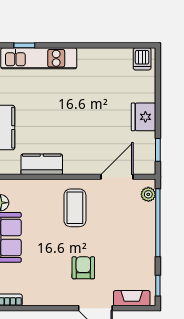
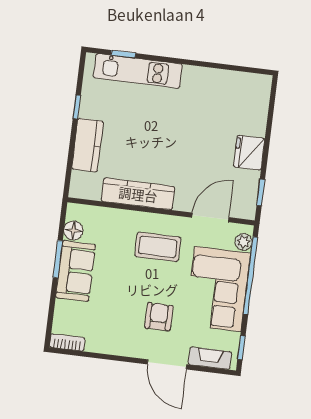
dishwasher: (142, 59) -> (256, 86), removed
kitchen counter: (42, 164) -> (138, 194), width x1.50
coffee table: (75, 208) -> (158, 247), turned 90
corner sofa: (131, 238) -> (218, 289), added

